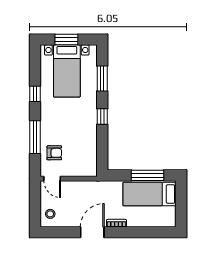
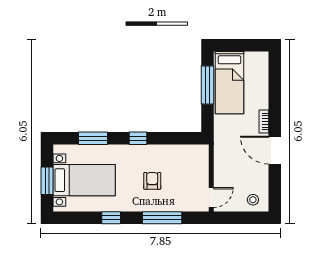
armchair: (54, 153) -> (152, 181), moved

